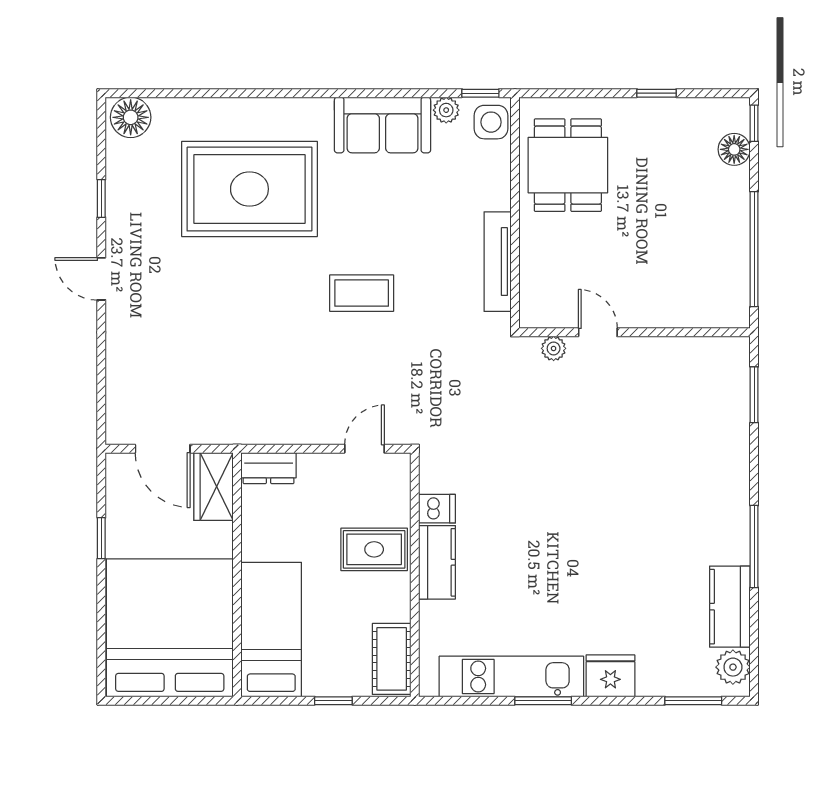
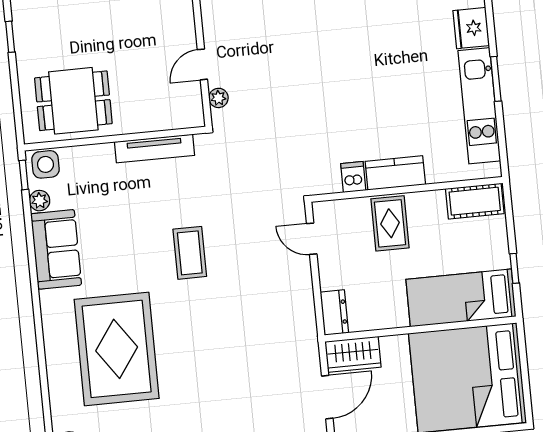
window: (333, 701) -> (514, 268), moved

